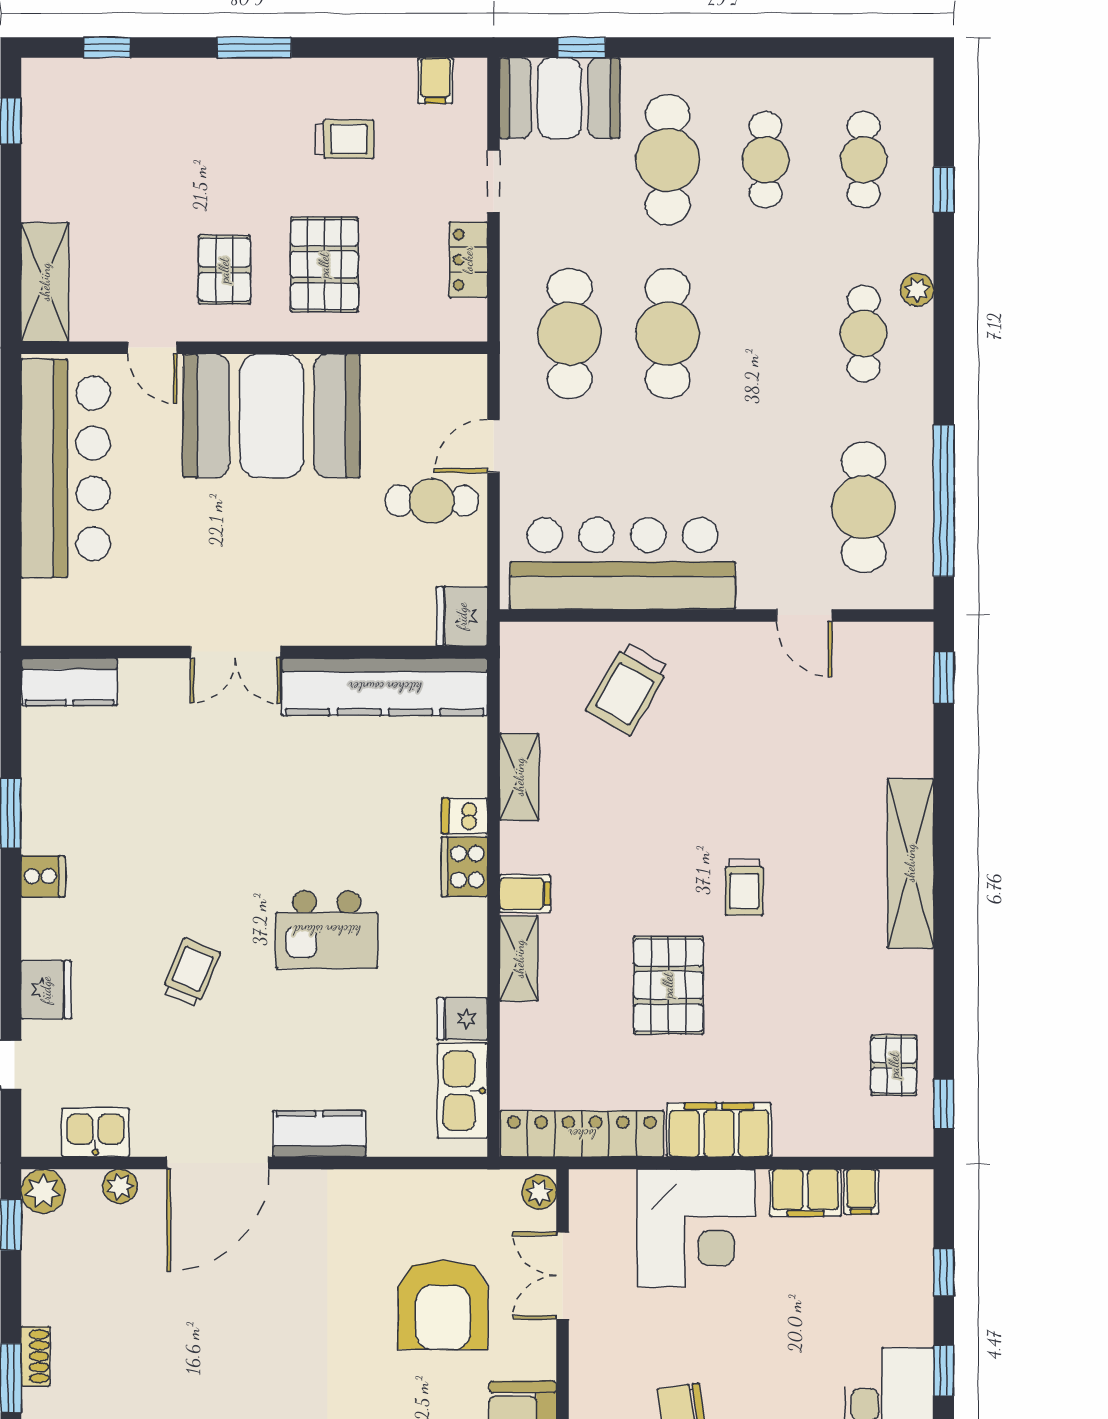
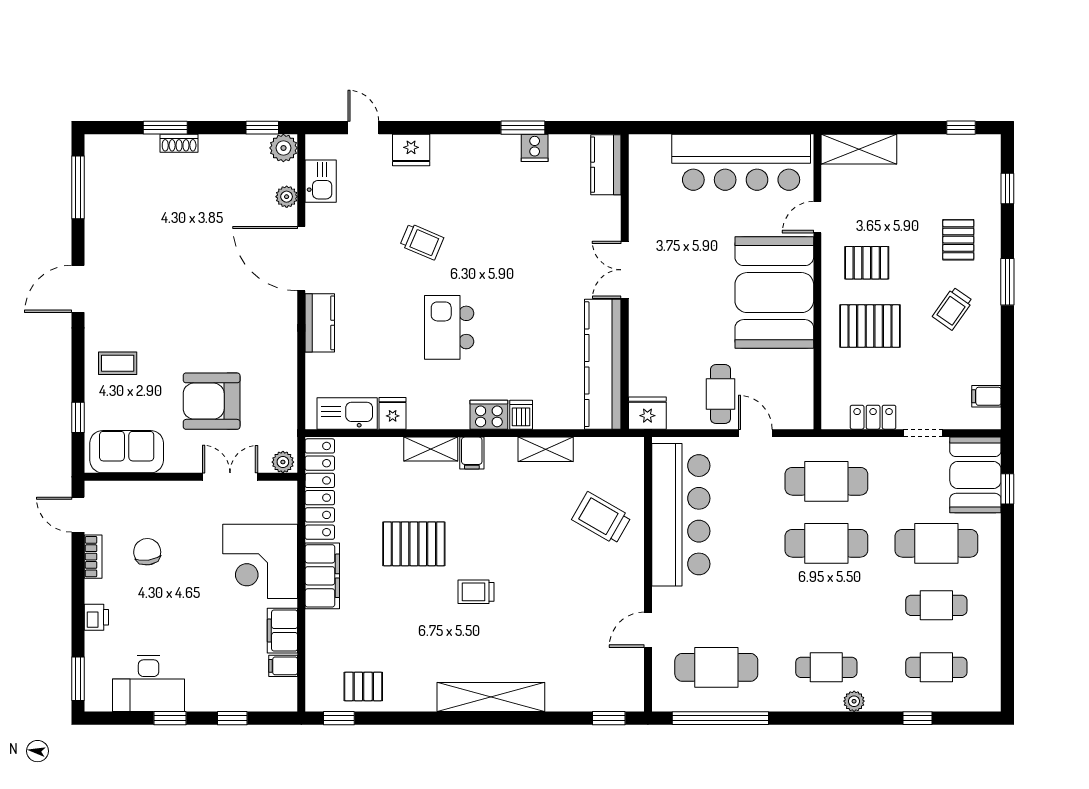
pallet: (188, 125) -> (958, 240), added
trolley: (345, 139) -> (953, 309), moved, turned 35
cooker: (43, 876) -> (535, 148), moved

